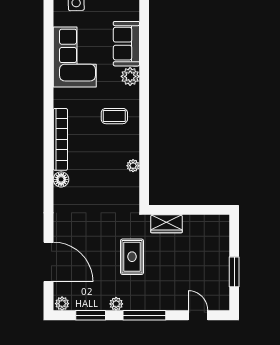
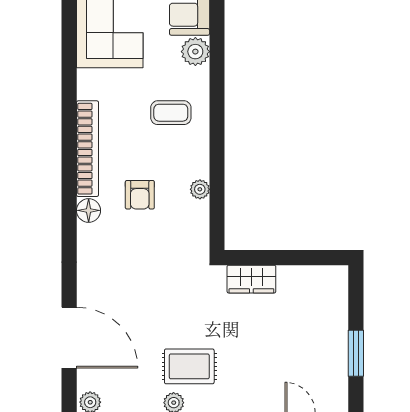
armchair: (94, 169) -> (140, 195), added
rug: (132, 257) -> (189, 366), moved, turned 90

